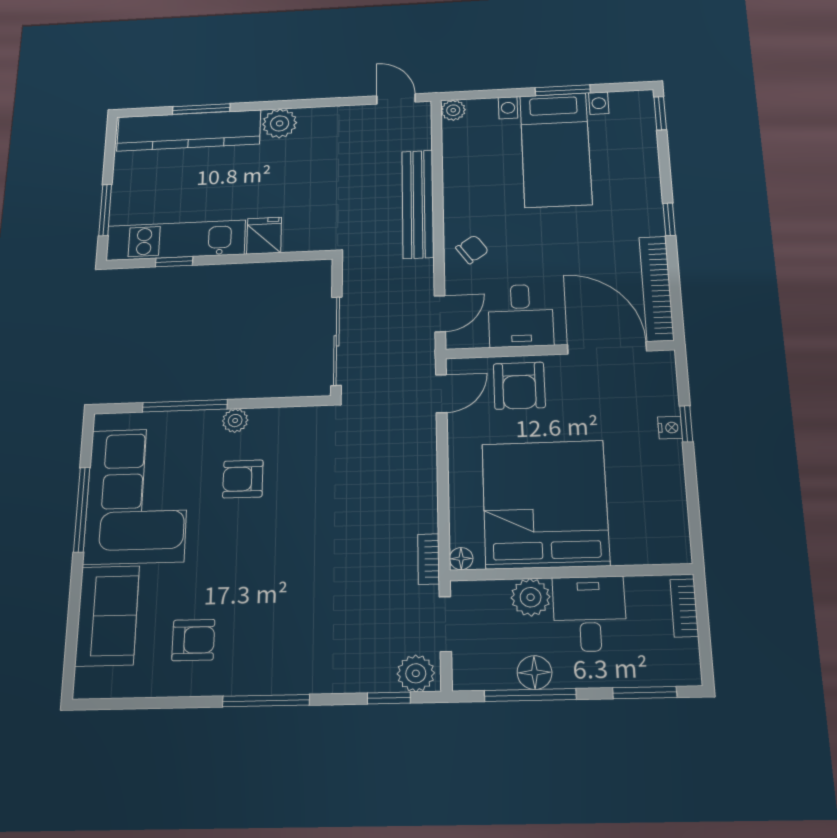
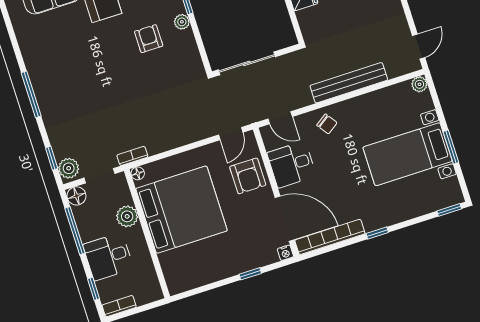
door: (607, 348) -> (285, 219), hinge flipped
armchair: (519, 386) -> (248, 176), turned -90
door: (441, 394) -> (231, 134), hinge flipped
nightstand: (670, 428) -> (285, 253), moved
bookcase: (684, 608) -> (119, 306), moved
desk: (590, 614) -> (108, 257), moved, turned 180
armchair: (193, 640) -> (51, 44), removed
floor lamp: (535, 673) -> (77, 196), moved
window: (645, 693) -> (93, 289), width x0.67

